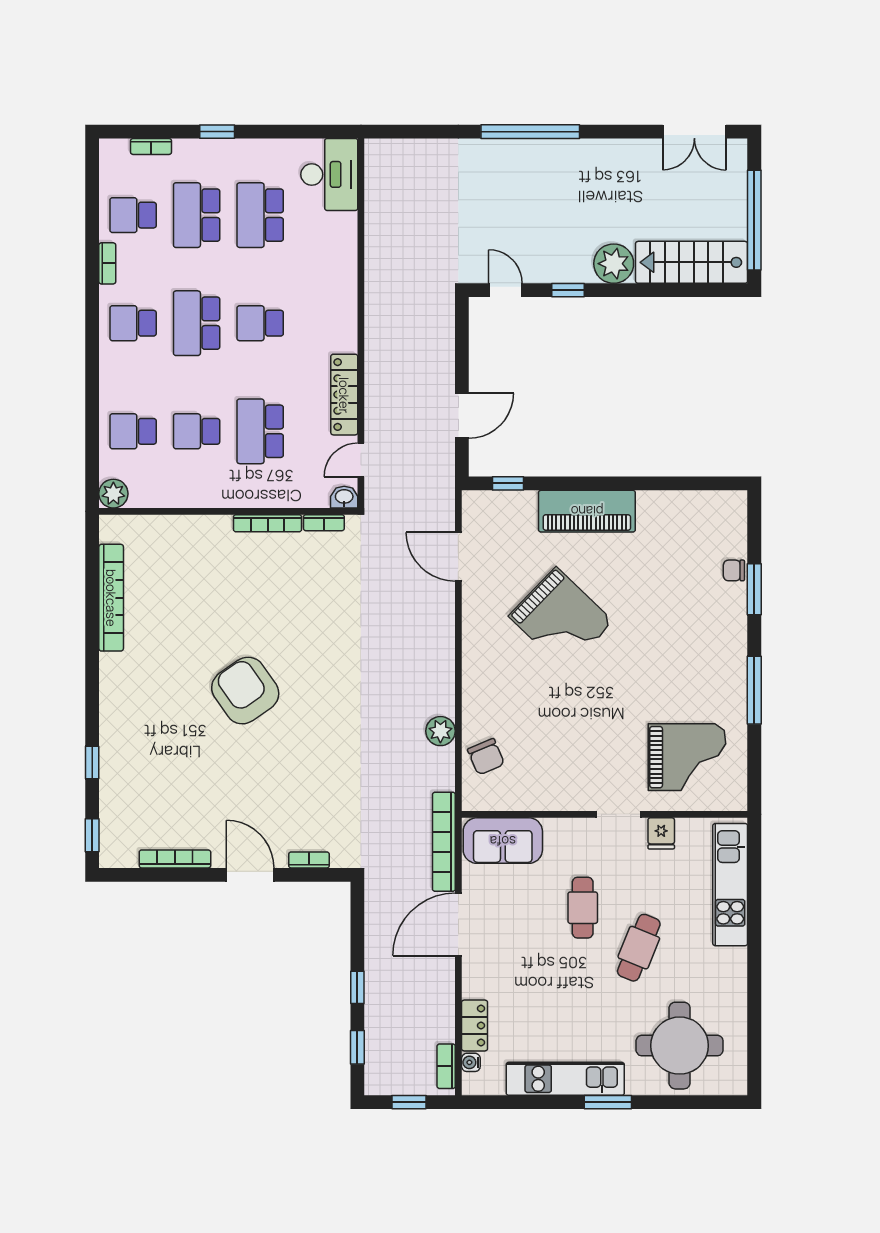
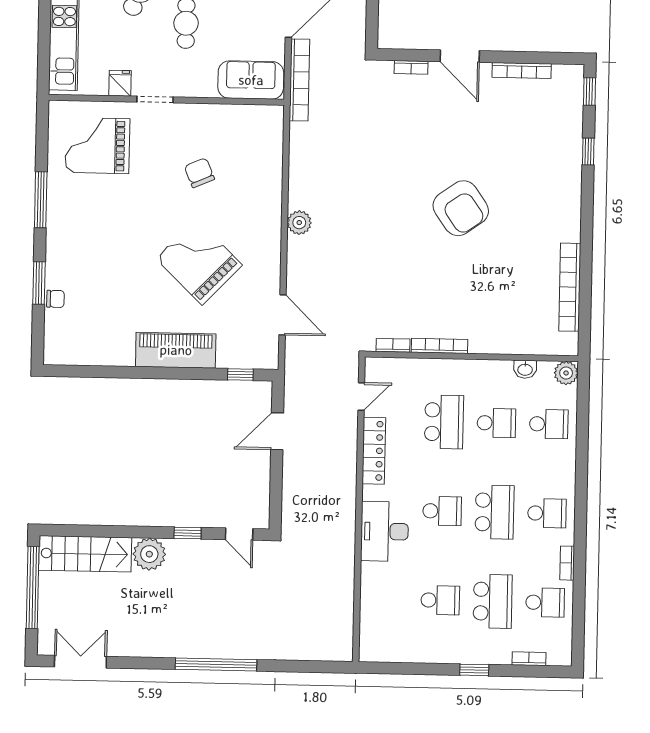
desk: (329, 174) -> (385, 531), moved
school desk: (260, 215) -> (440, 600), width x0.54
washbasin: (344, 497) -> (525, 369), moved
plant: (440, 731) -> (299, 223), moved
chair: (486, 757) -> (199, 173), moved

